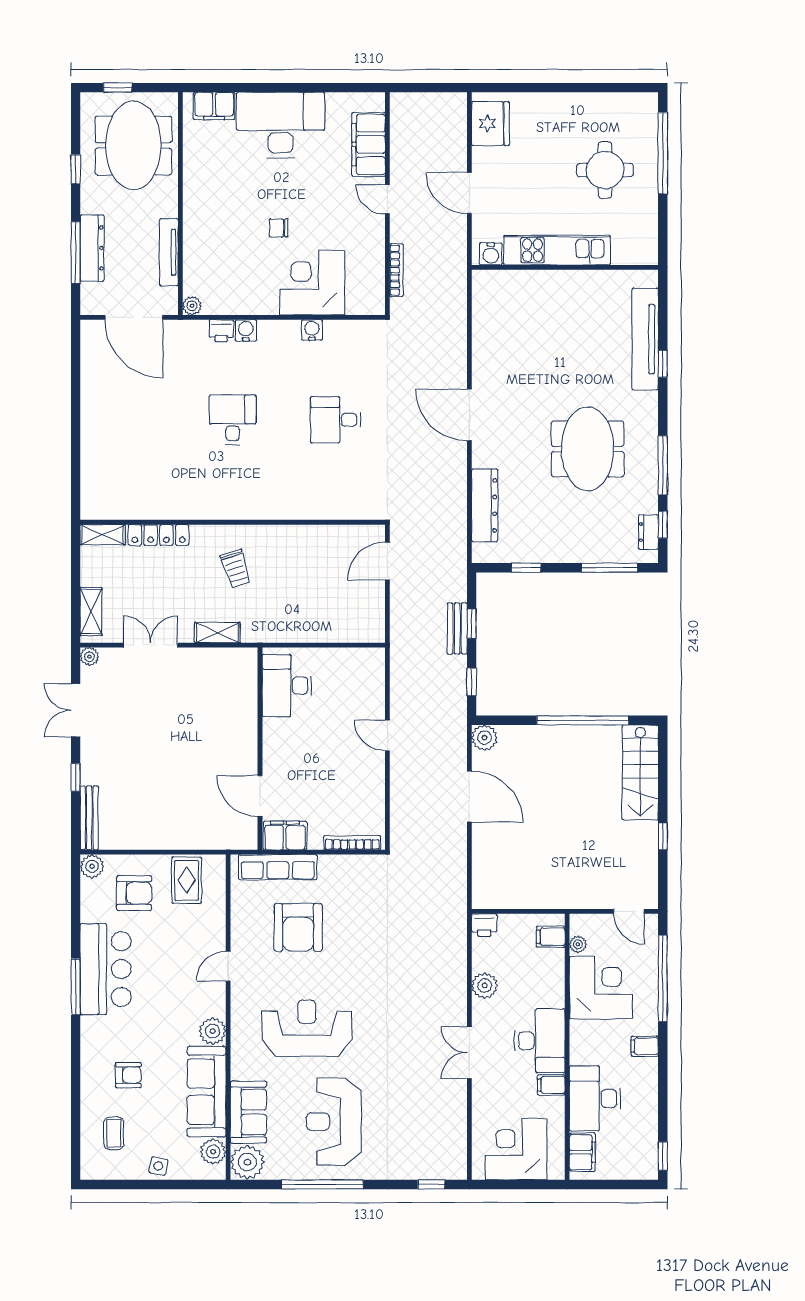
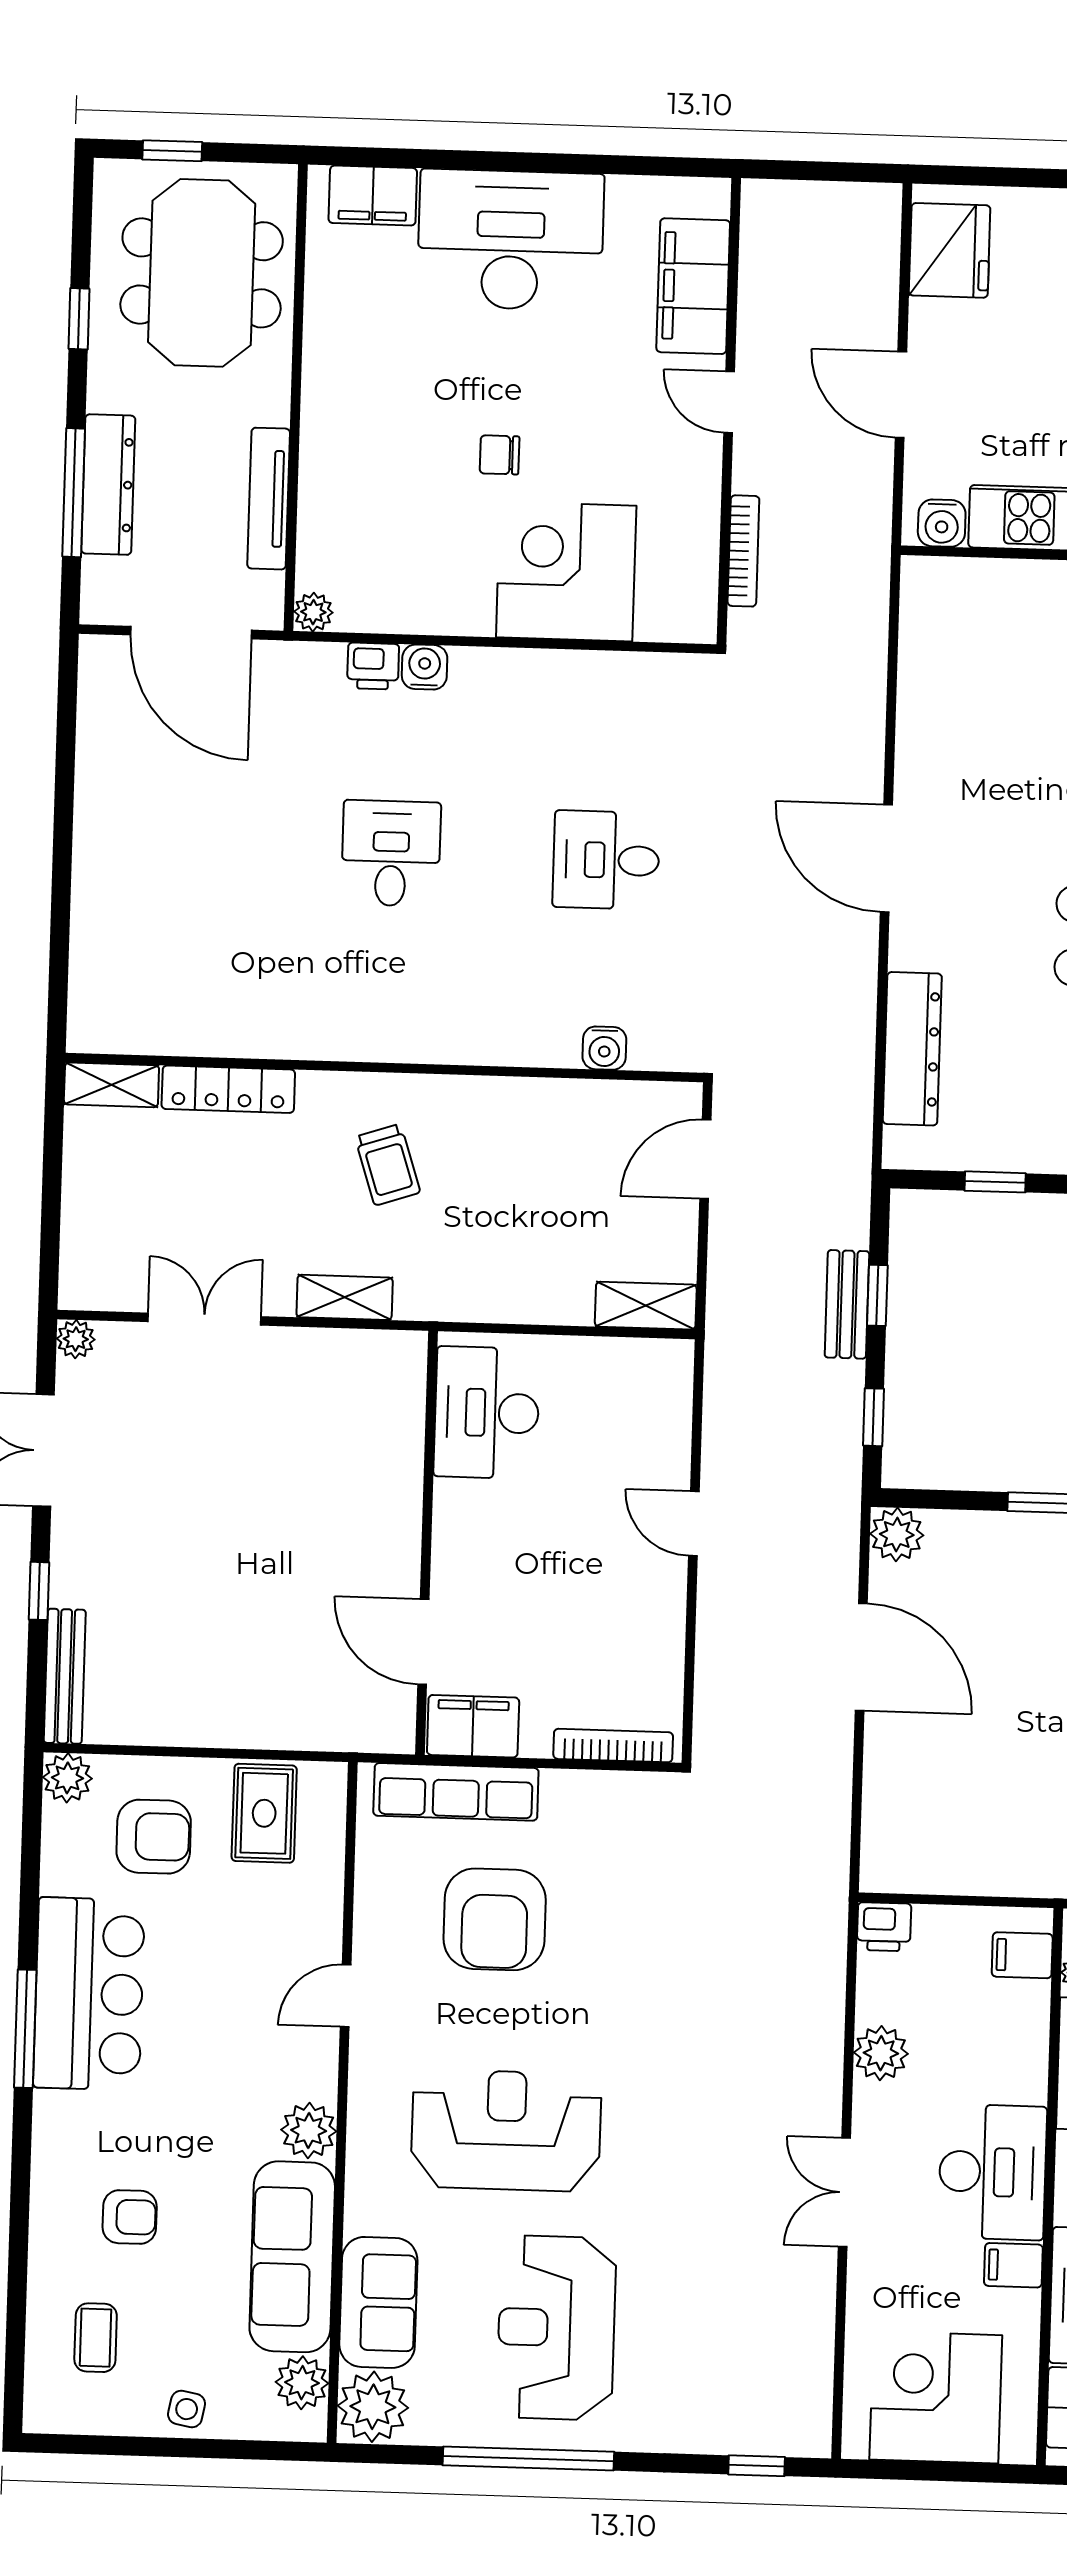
water cooler: (312, 330) -> (604, 1048), moved, turned 180
shelving: (91, 612) -> (646, 1306), moved, turned 90

